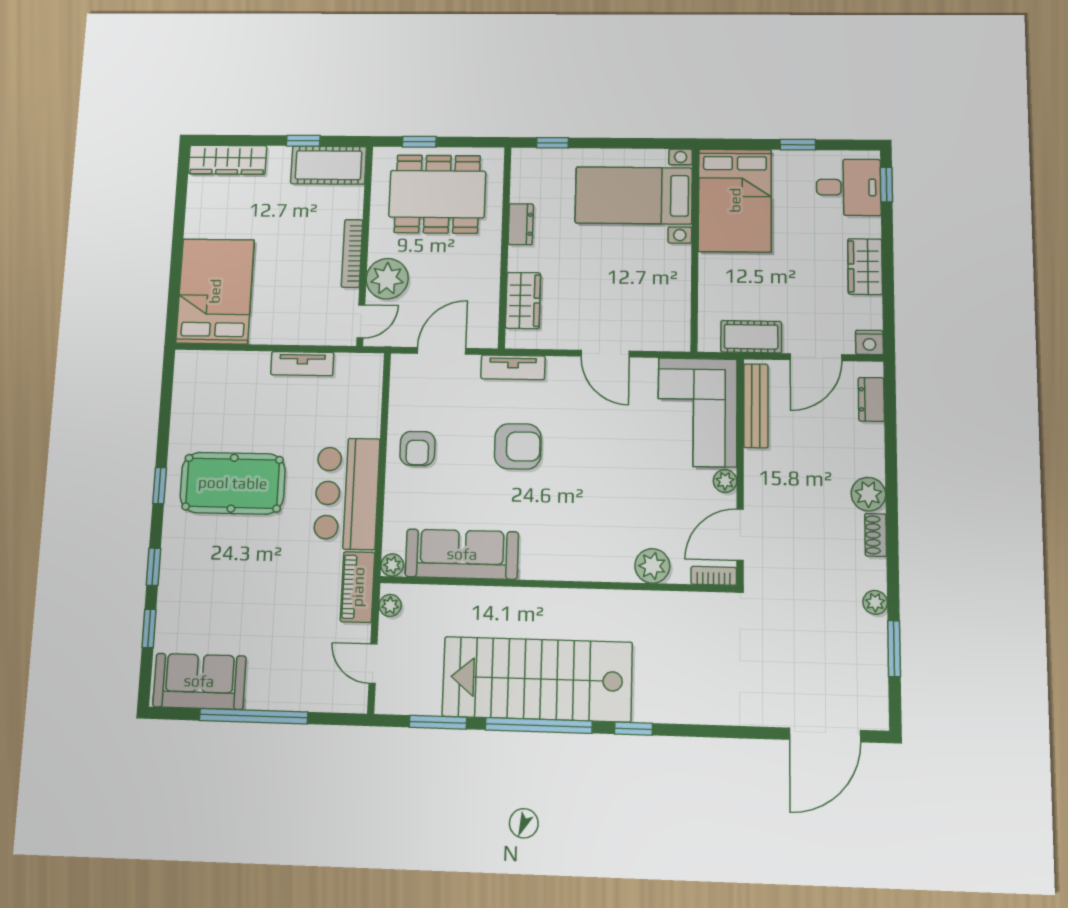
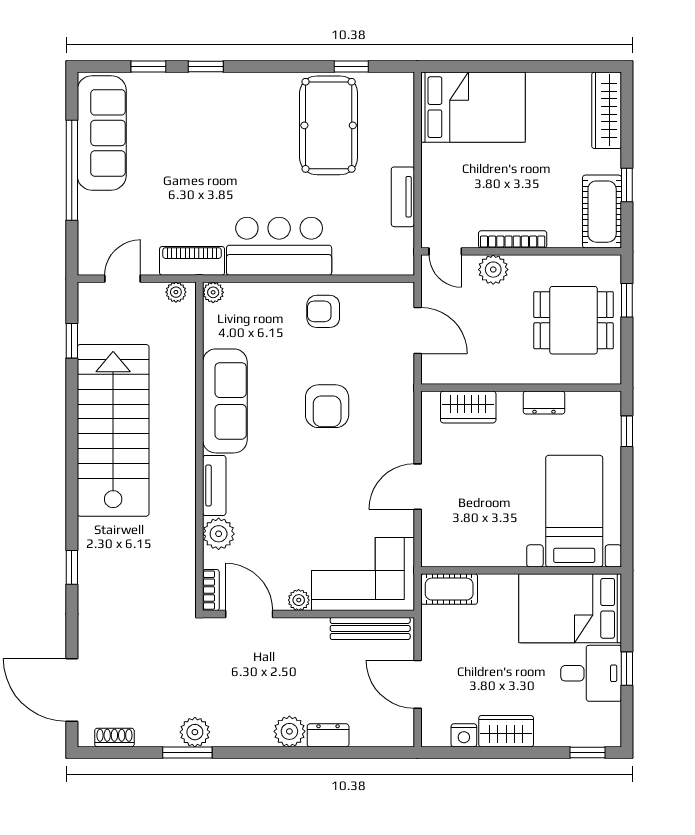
desk: (849, 187) -> (591, 673), moved, turned -90
dining table: (437, 194) -> (573, 320), width x0.73
plant: (387, 279) -> (493, 270), width x0.73, depth x0.73
cot: (751, 337) -> (449, 589), moved, turned 90
nightstand: (869, 342) -> (464, 735), moved, turned -90
tv unit: (513, 367) -> (214, 485), moved, turned 180
dresser: (871, 399) -> (328, 735), moved
pool table: (233, 483) -> (329, 125), moved
window: (160, 486) -> (351, 67), moved
shoe rack: (876, 535) -> (114, 738), moved
sofa: (462, 554) -> (225, 401), moved
plant: (875, 602) -> (195, 732), width x1.38, depth x1.38
window: (894, 649) -> (187, 753), moved
sofa: (199, 681) -> (102, 133), width x1.36
window: (438, 722) -> (72, 341), width x0.67
window: (539, 726) -> (72, 433), removed
window: (634, 729) -> (72, 567), moved

